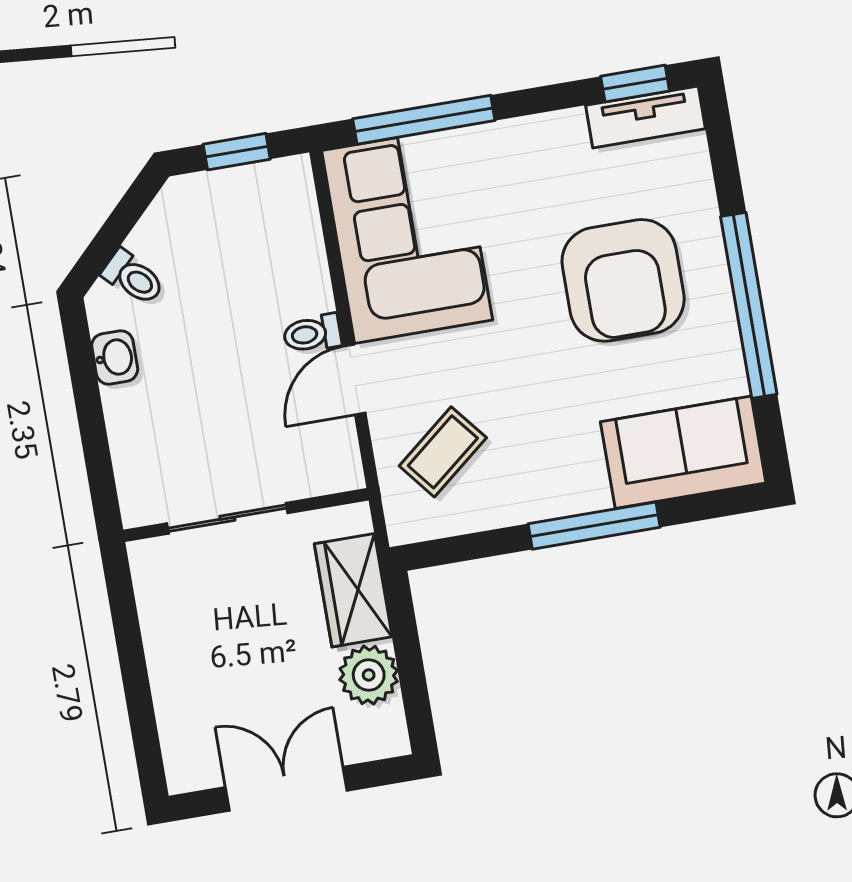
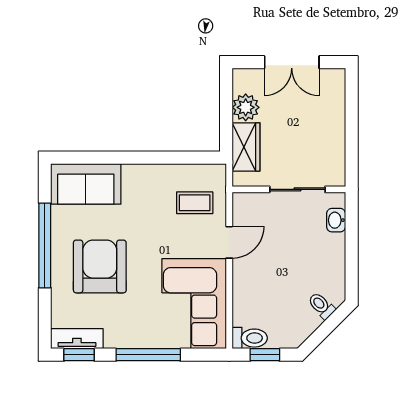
window: (424, 120) -> (148, 355), moved
toilet: (312, 334) -> (250, 338), moved, width x1.37, depth x1.39
washbasin: (115, 358) -> (336, 220), moved
coffee table: (443, 452) -> (195, 203), turned 39
window: (594, 526) -> (132, 158), removed

